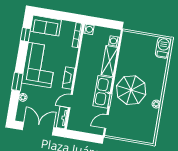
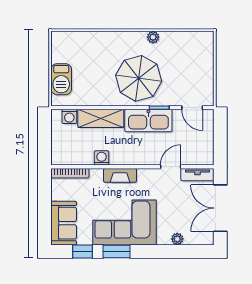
washing machine: (89, 29) -> (102, 158), moved
barbecue: (163, 48) -> (61, 79), moved, turned -90
fireplace: (69, 78) -> (120, 175), moved
window: (17, 82) -> (116, 251), moved
door: (70, 101) -> (171, 167), swing flipped

